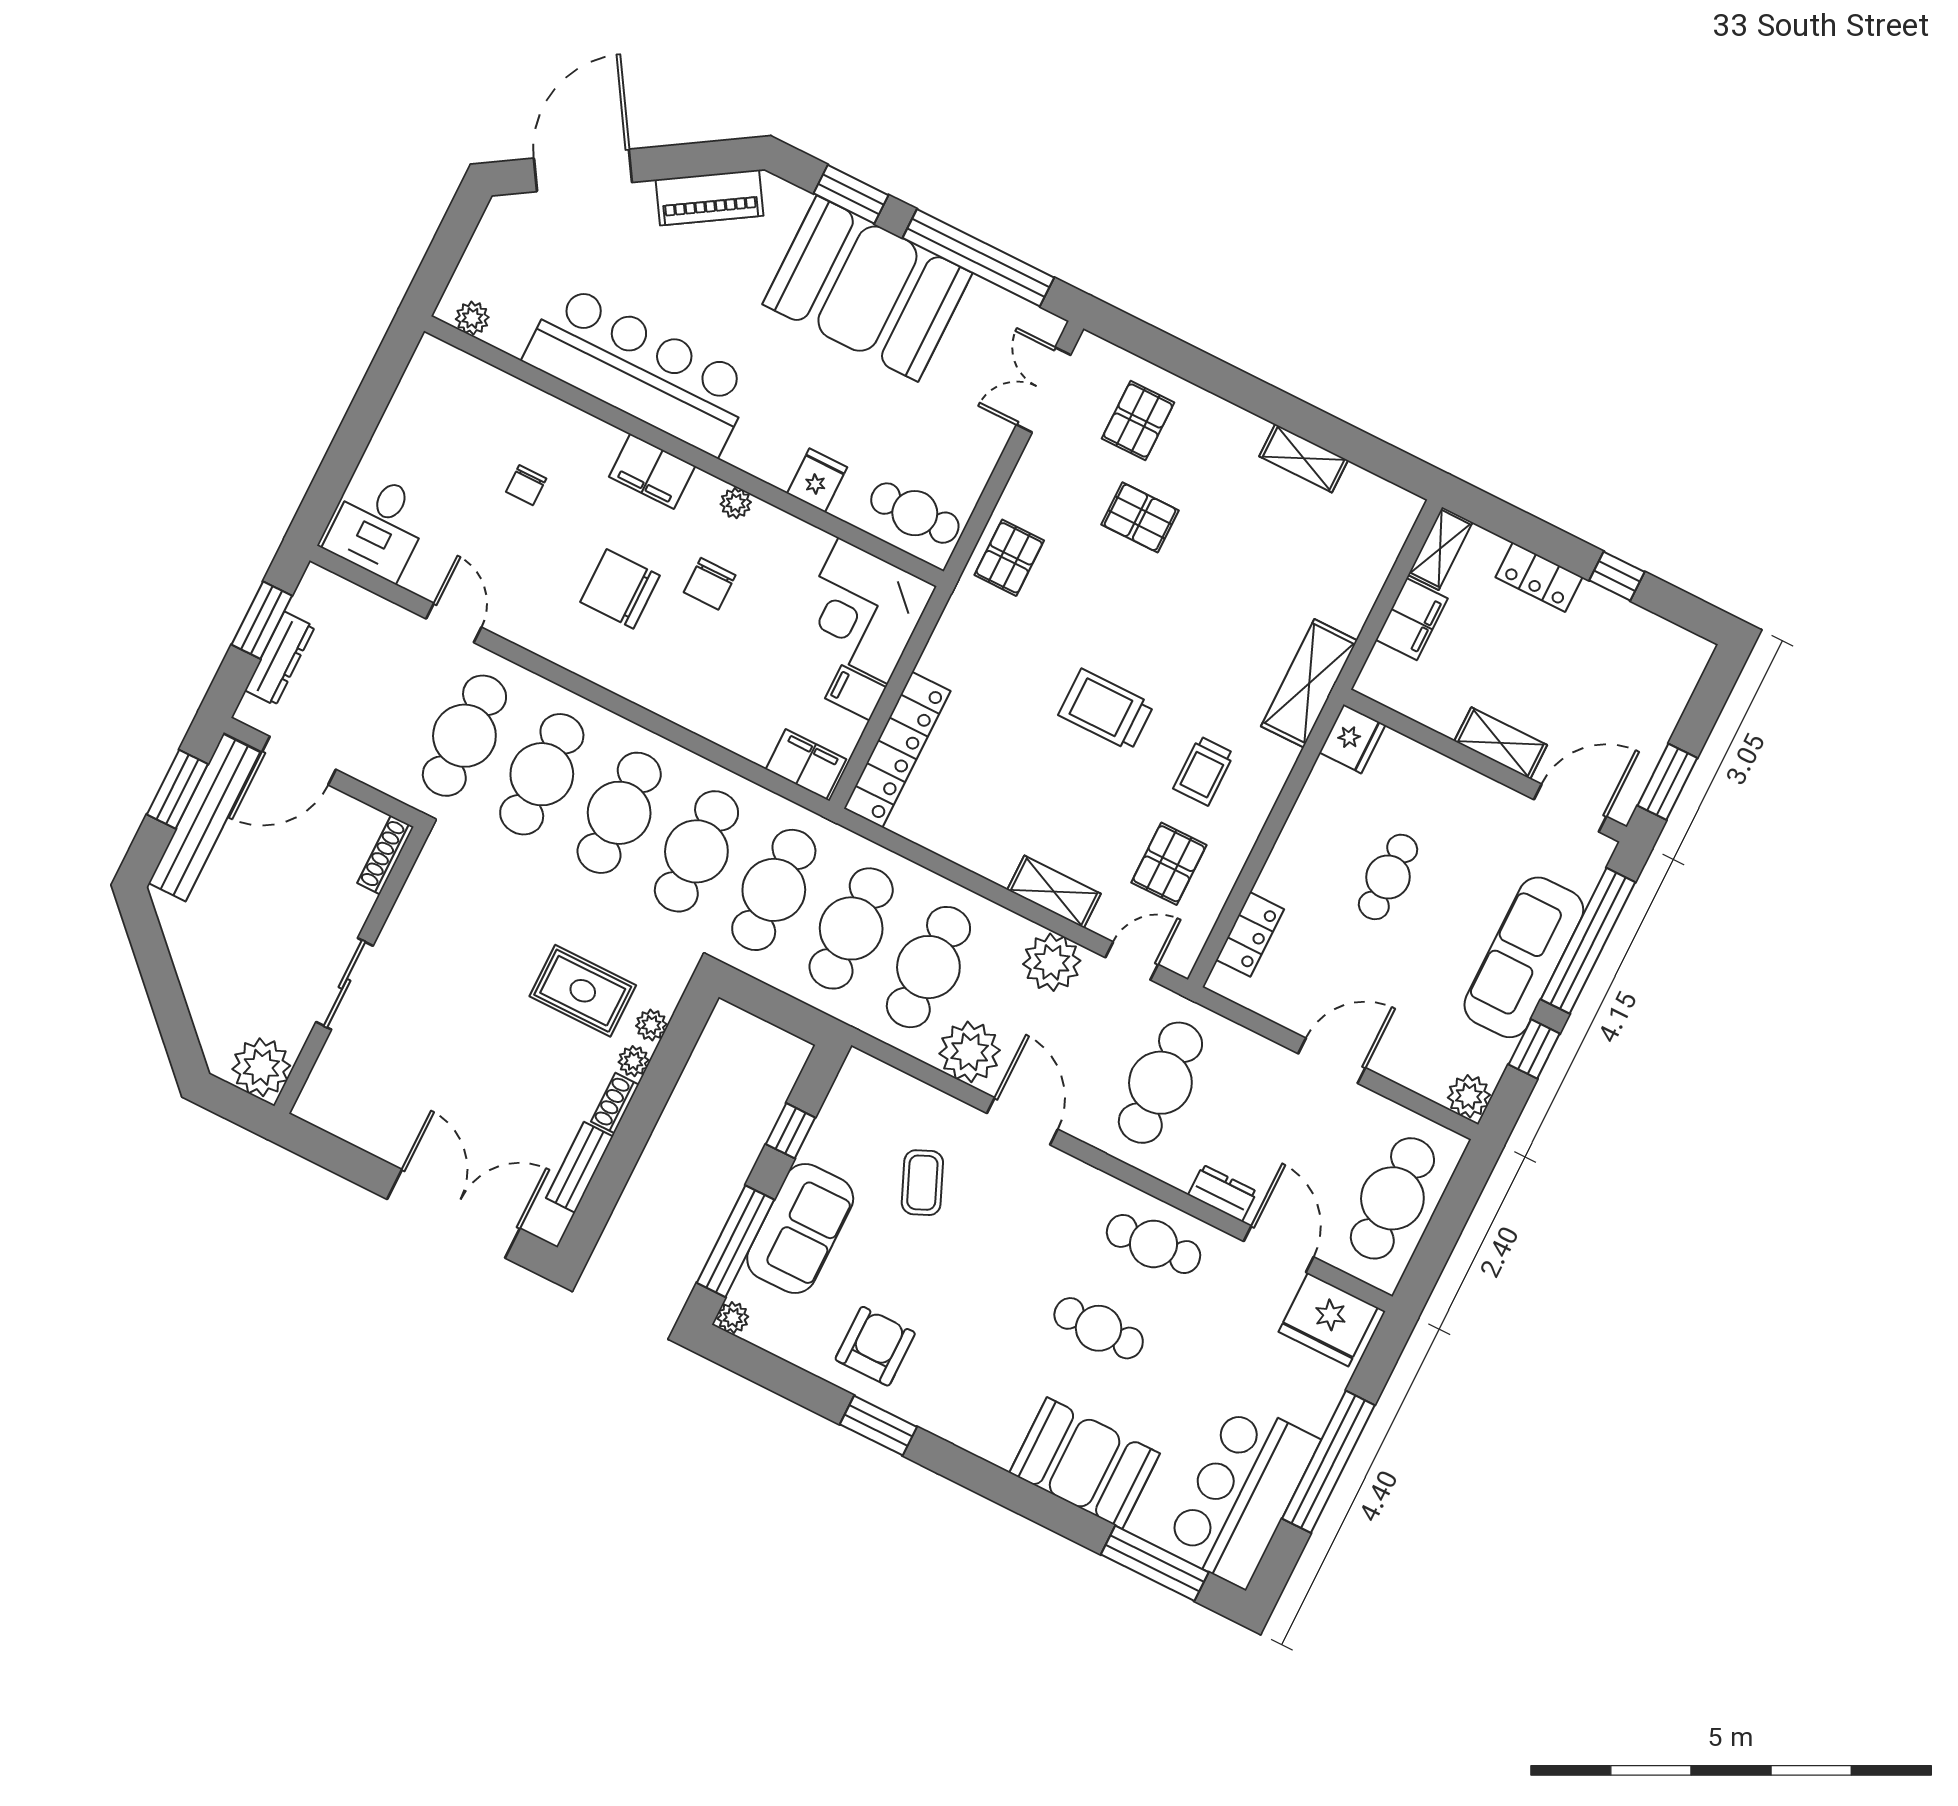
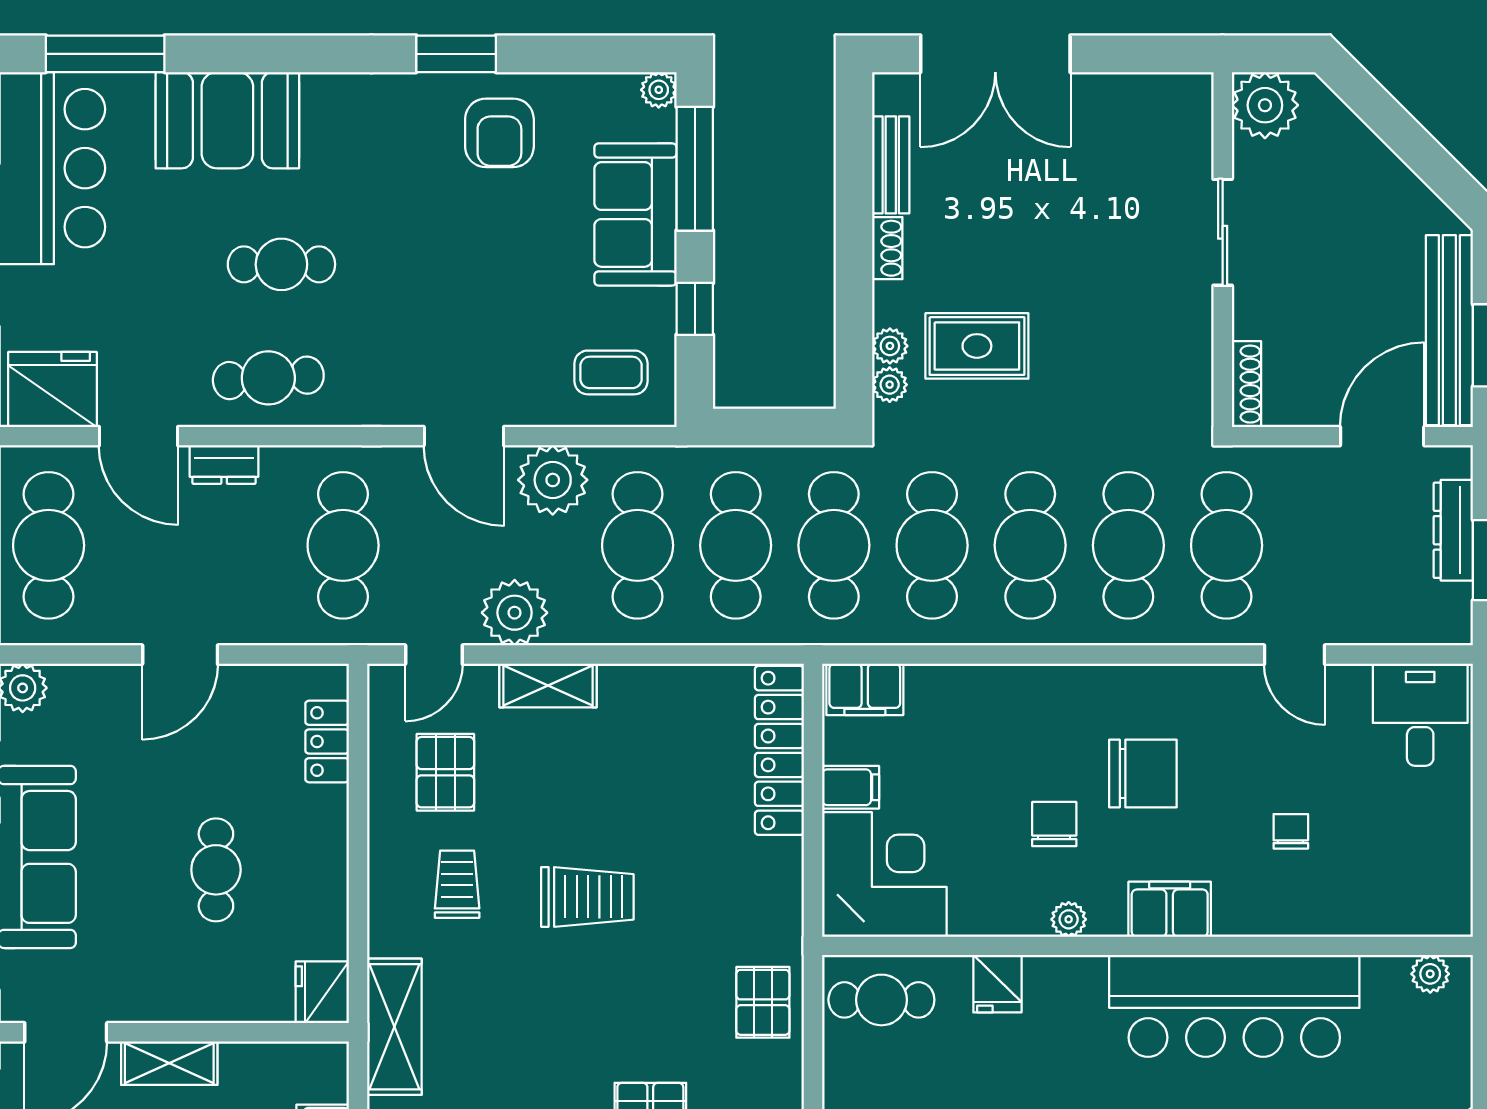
plant: (634, 1061) -> (890, 385), moved
coffee table: (922, 1183) -> (611, 372), moved, turned -67

